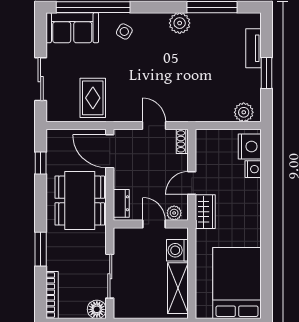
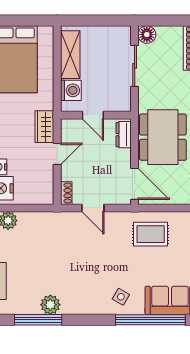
plant: (180, 23) -> (50, 305), moved
rug: (93, 98) -> (151, 234), turned 90
plant: (174, 213) -> (74, 126), removed

